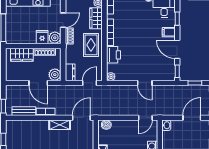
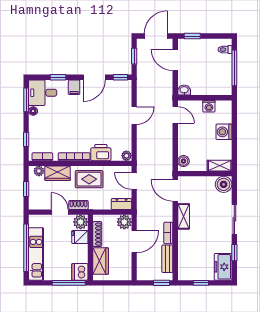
dishwasher: (13, 37) -> (80, 272), added

